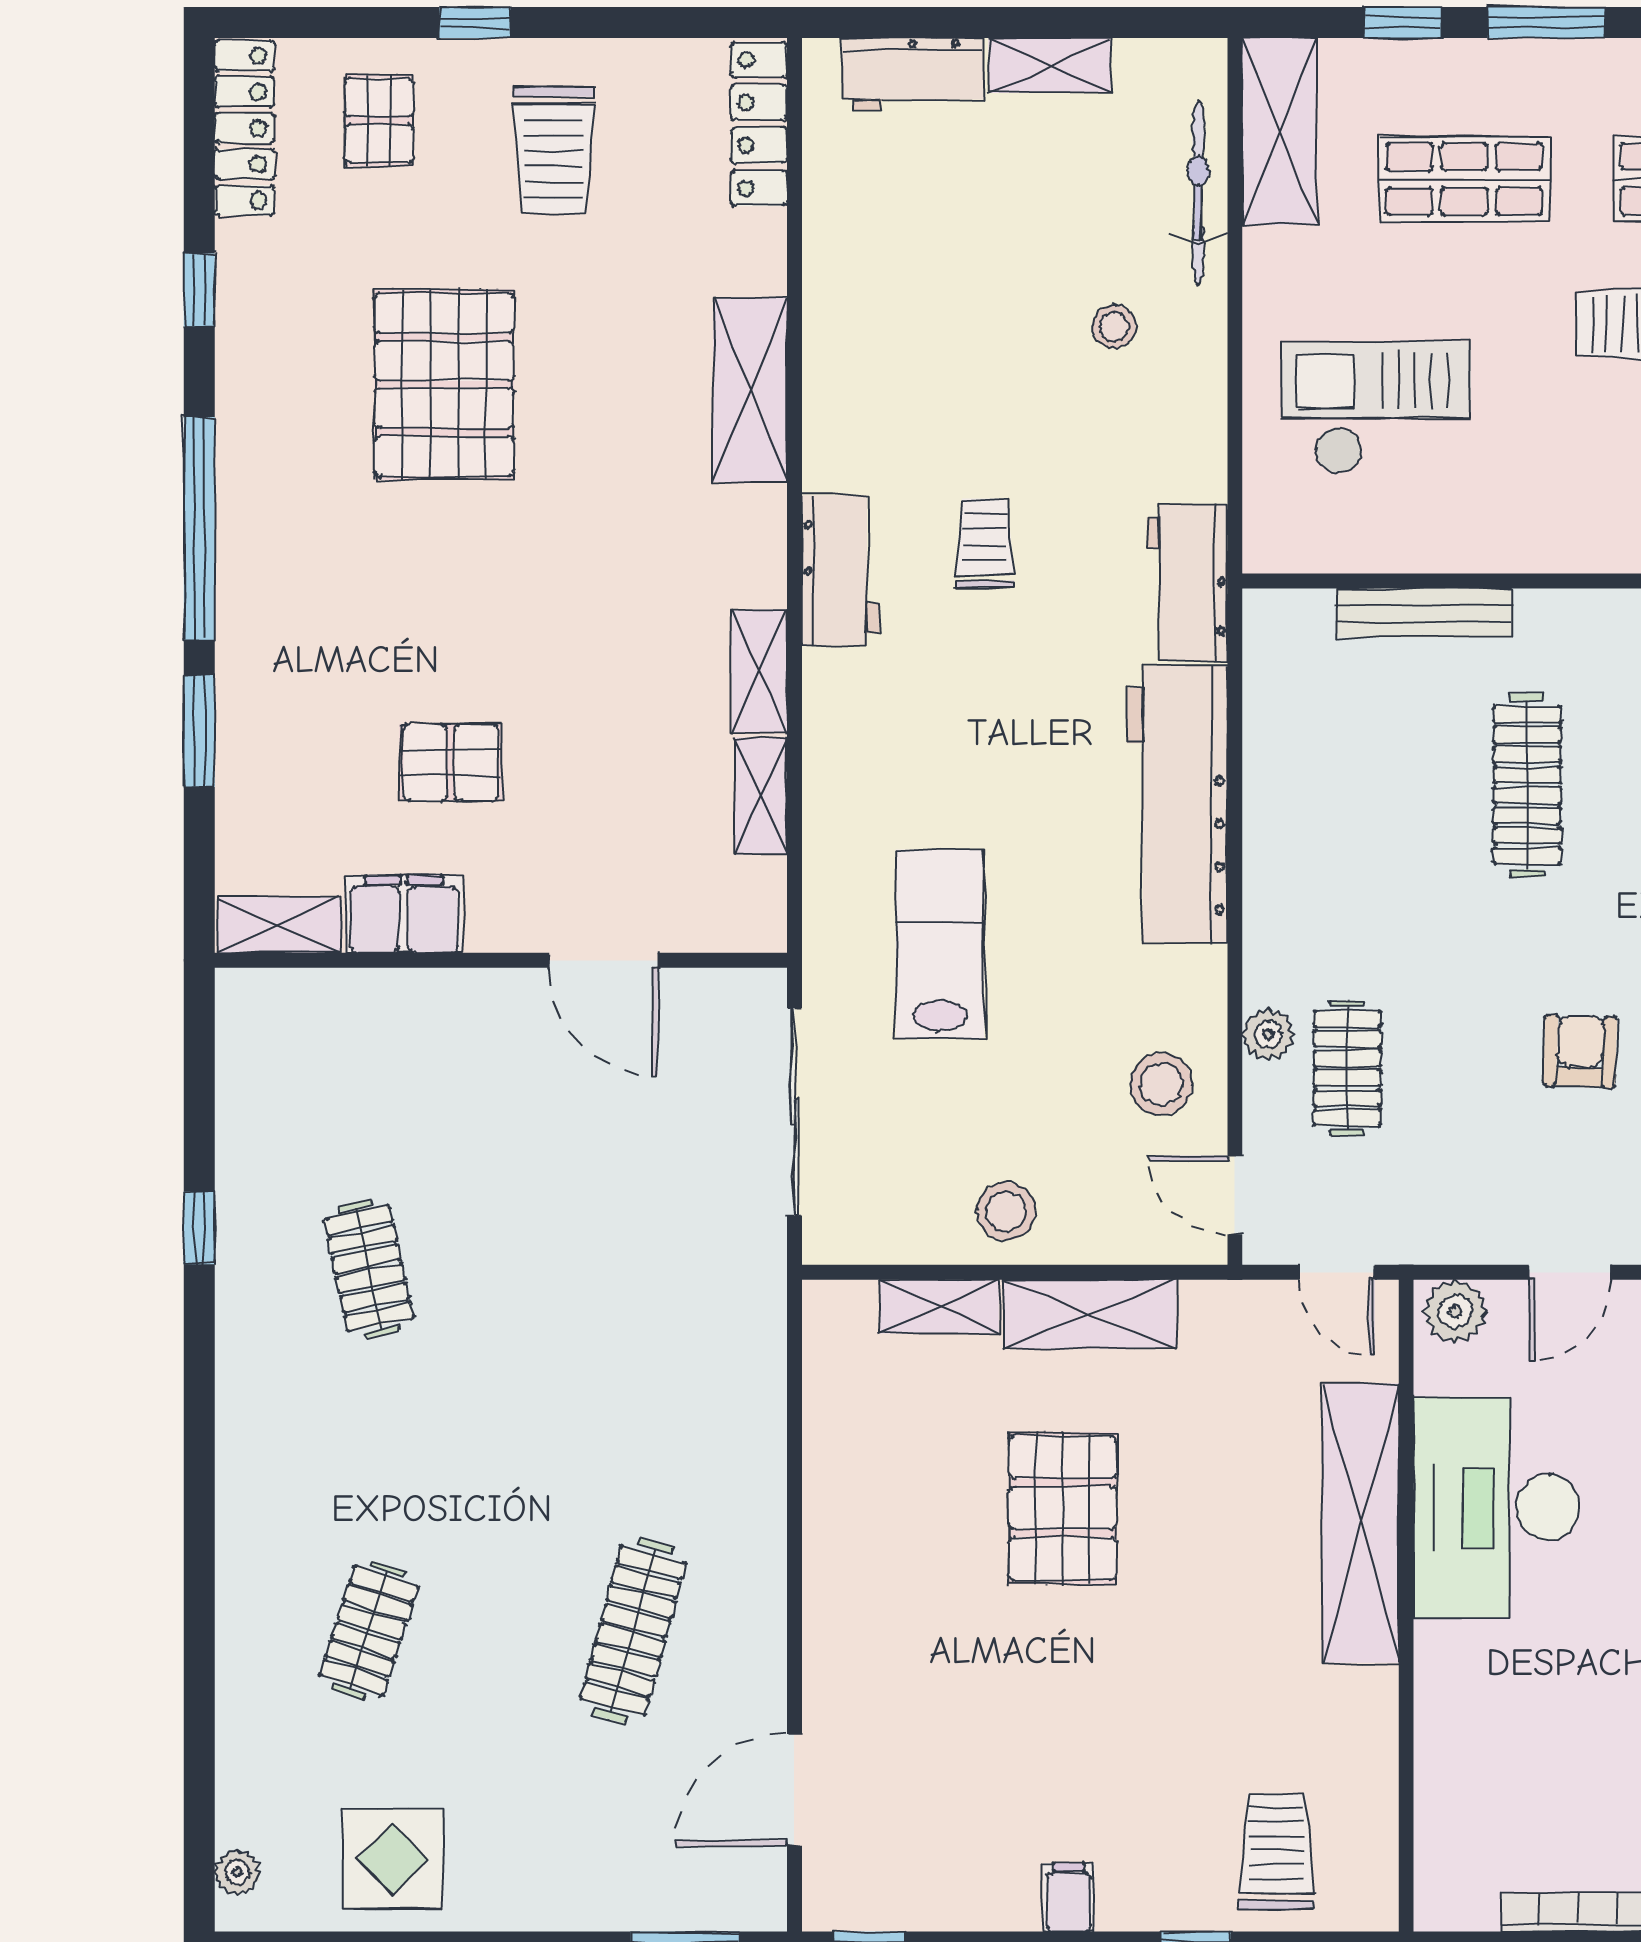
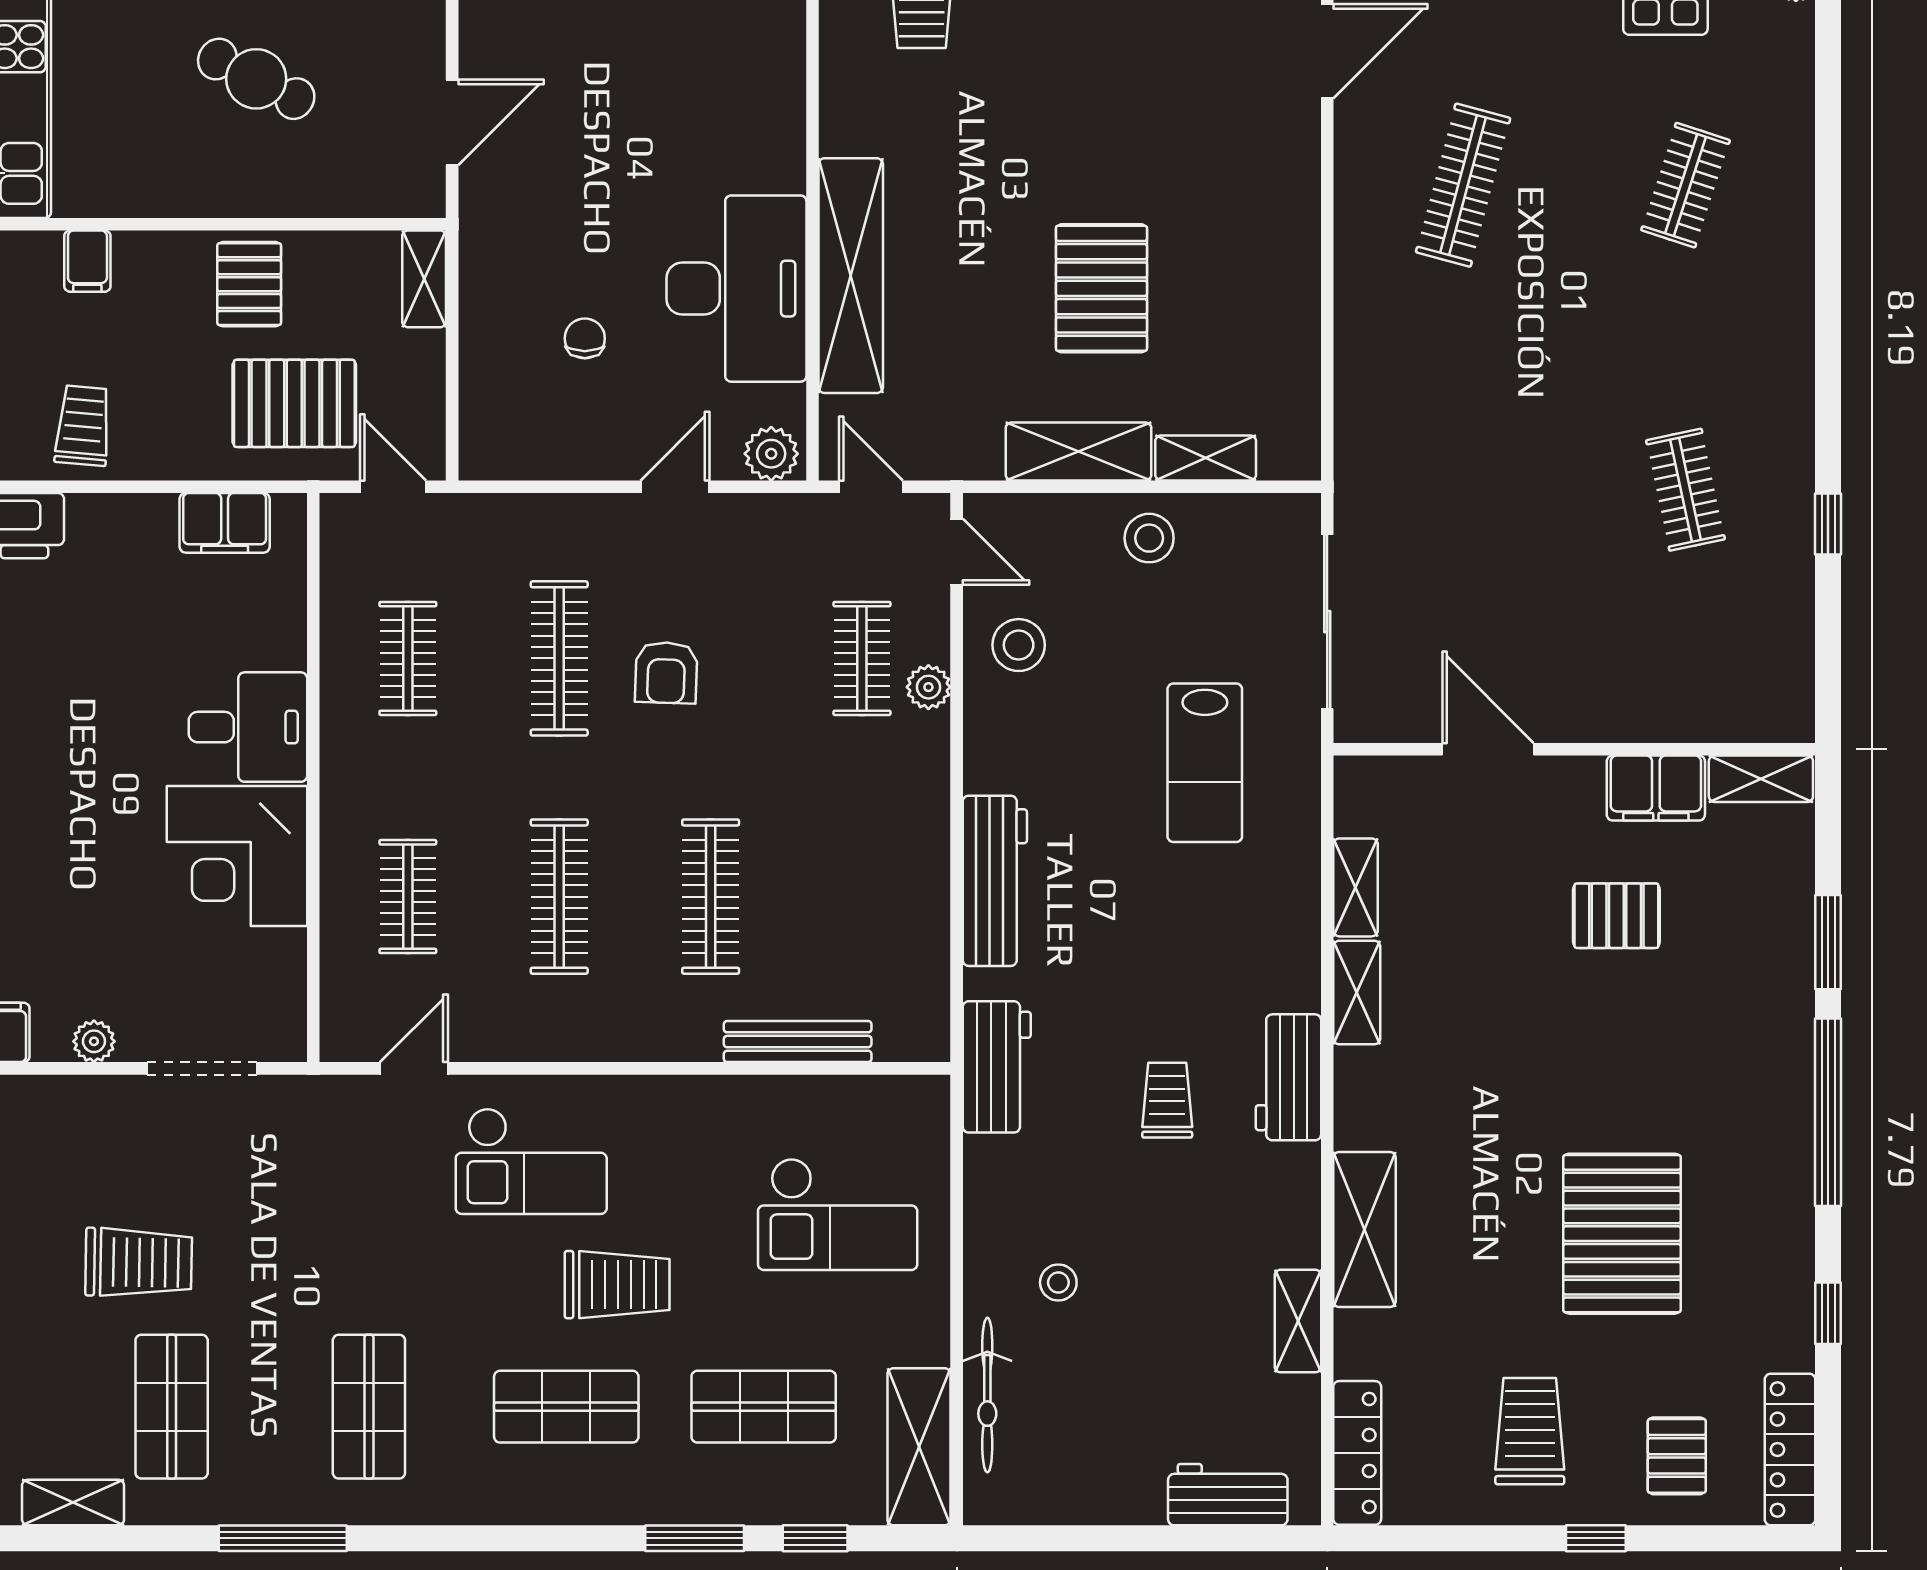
shelving: (1049, 65) -> (1298, 1321), moved, turned 90
trolley: (985, 543) -> (1167, 1100), turned 180
workbench: (1177, 804) -> (995, 881), width x0.73, depth x0.76

